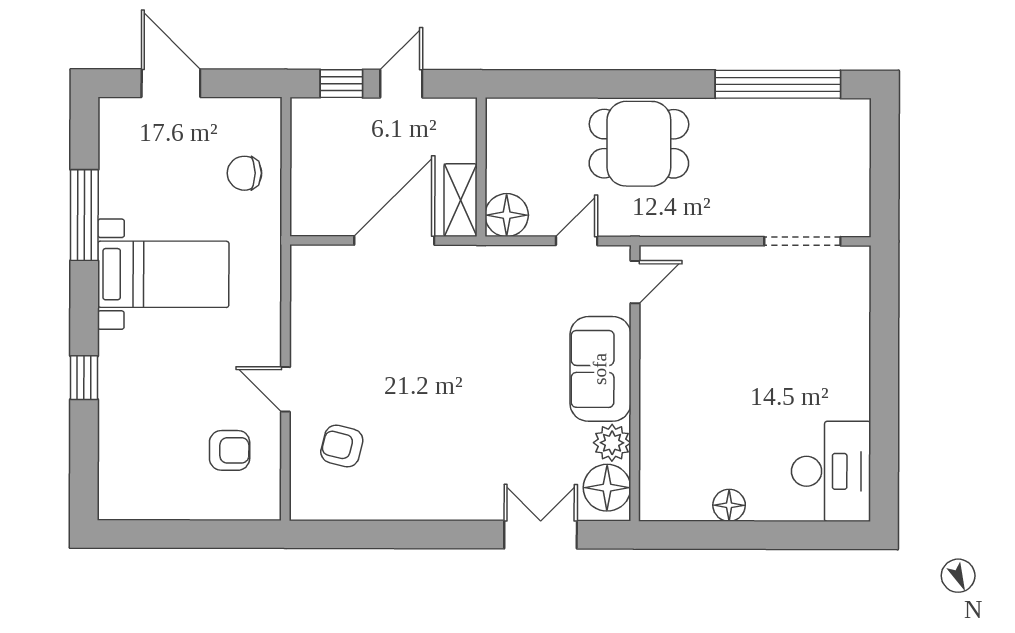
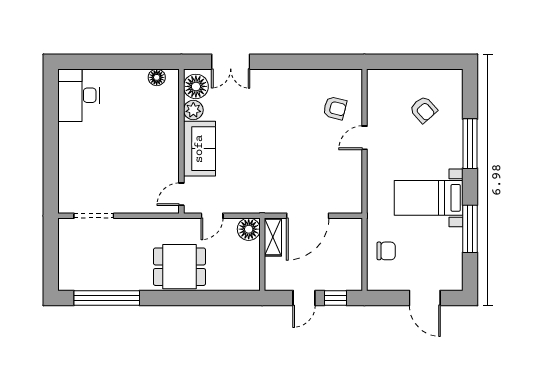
window: (84, 378) -> (470, 144), width x2.17
door: (285, 389) -> (364, 138), swing flipped
armchair: (230, 450) -> (424, 110), moved, turned -132
floor lamp: (729, 505) -> (157, 77), moved

